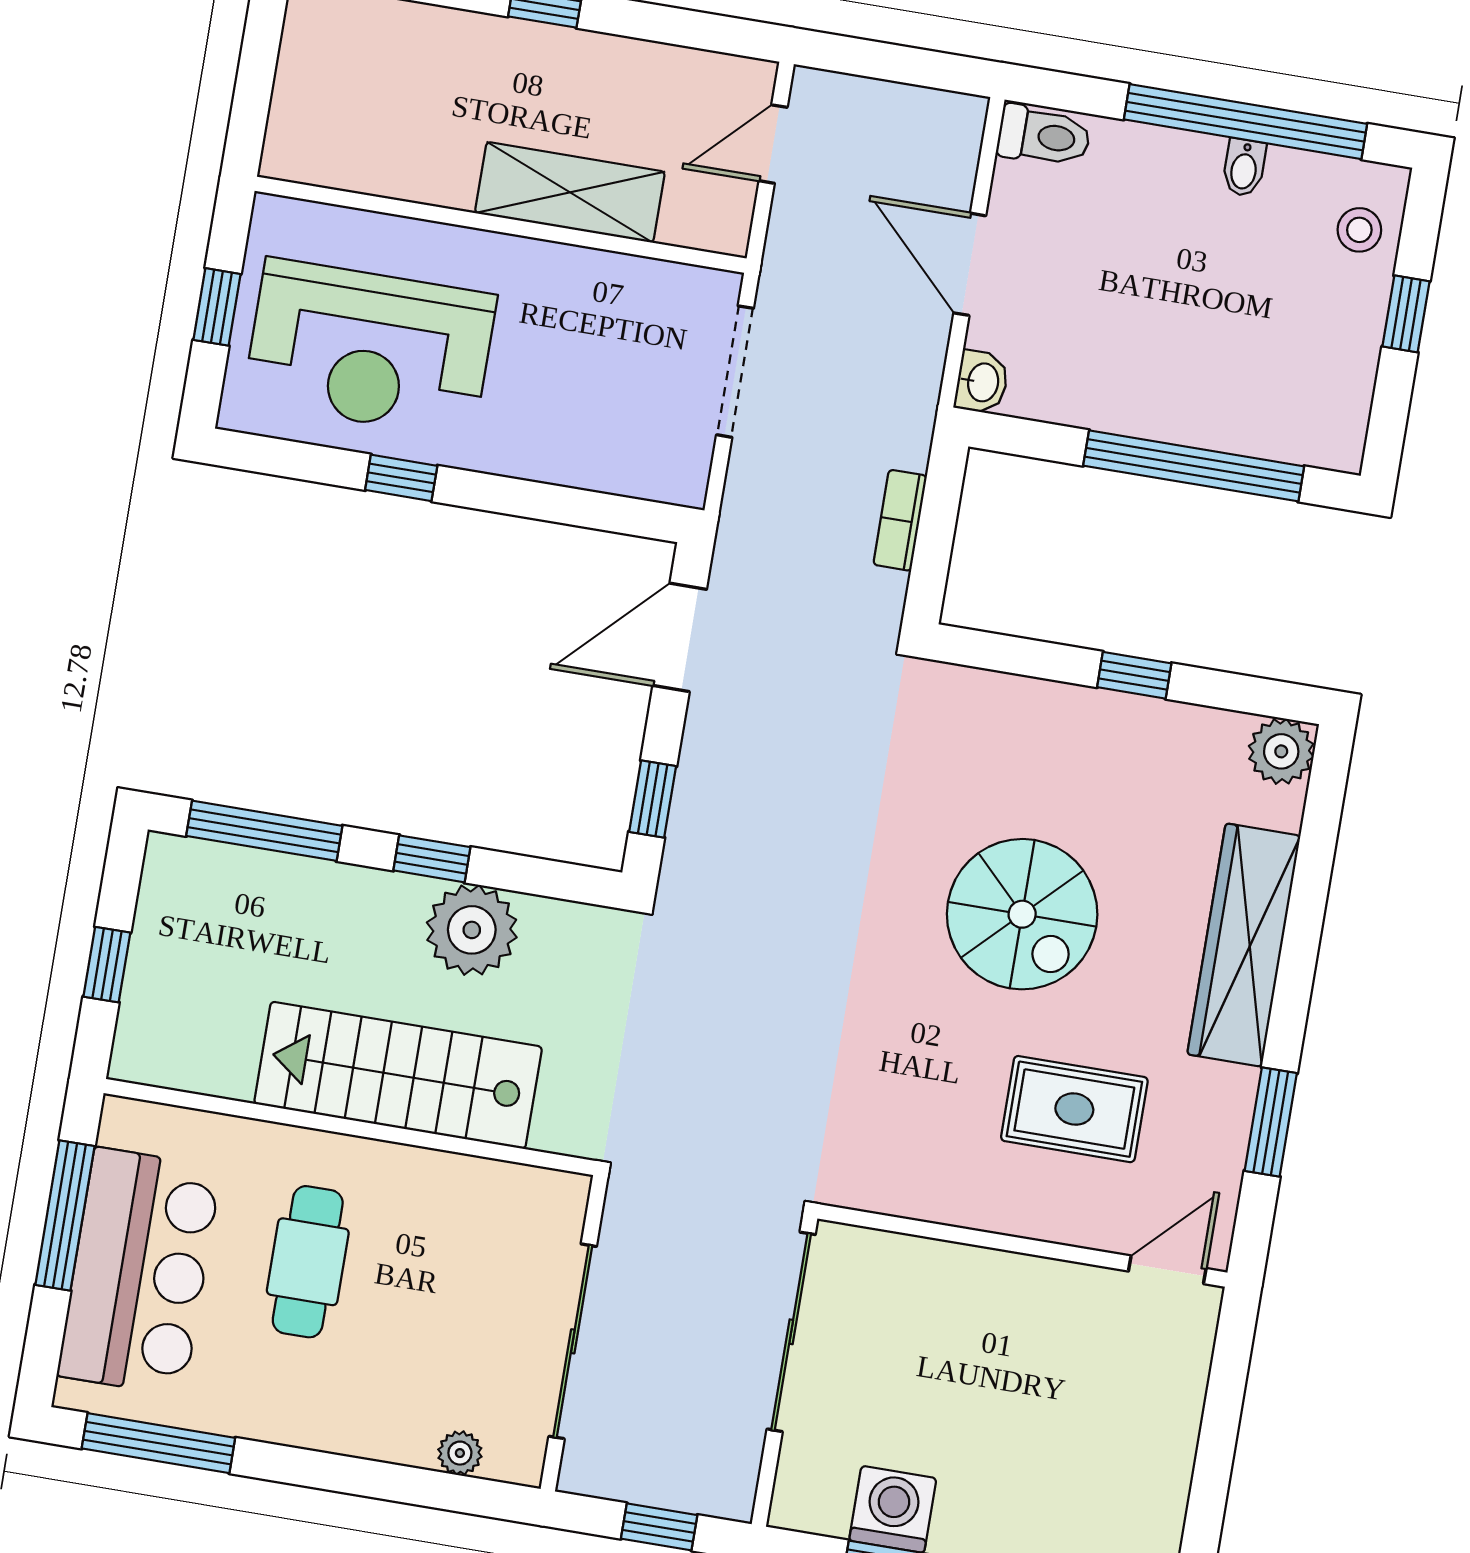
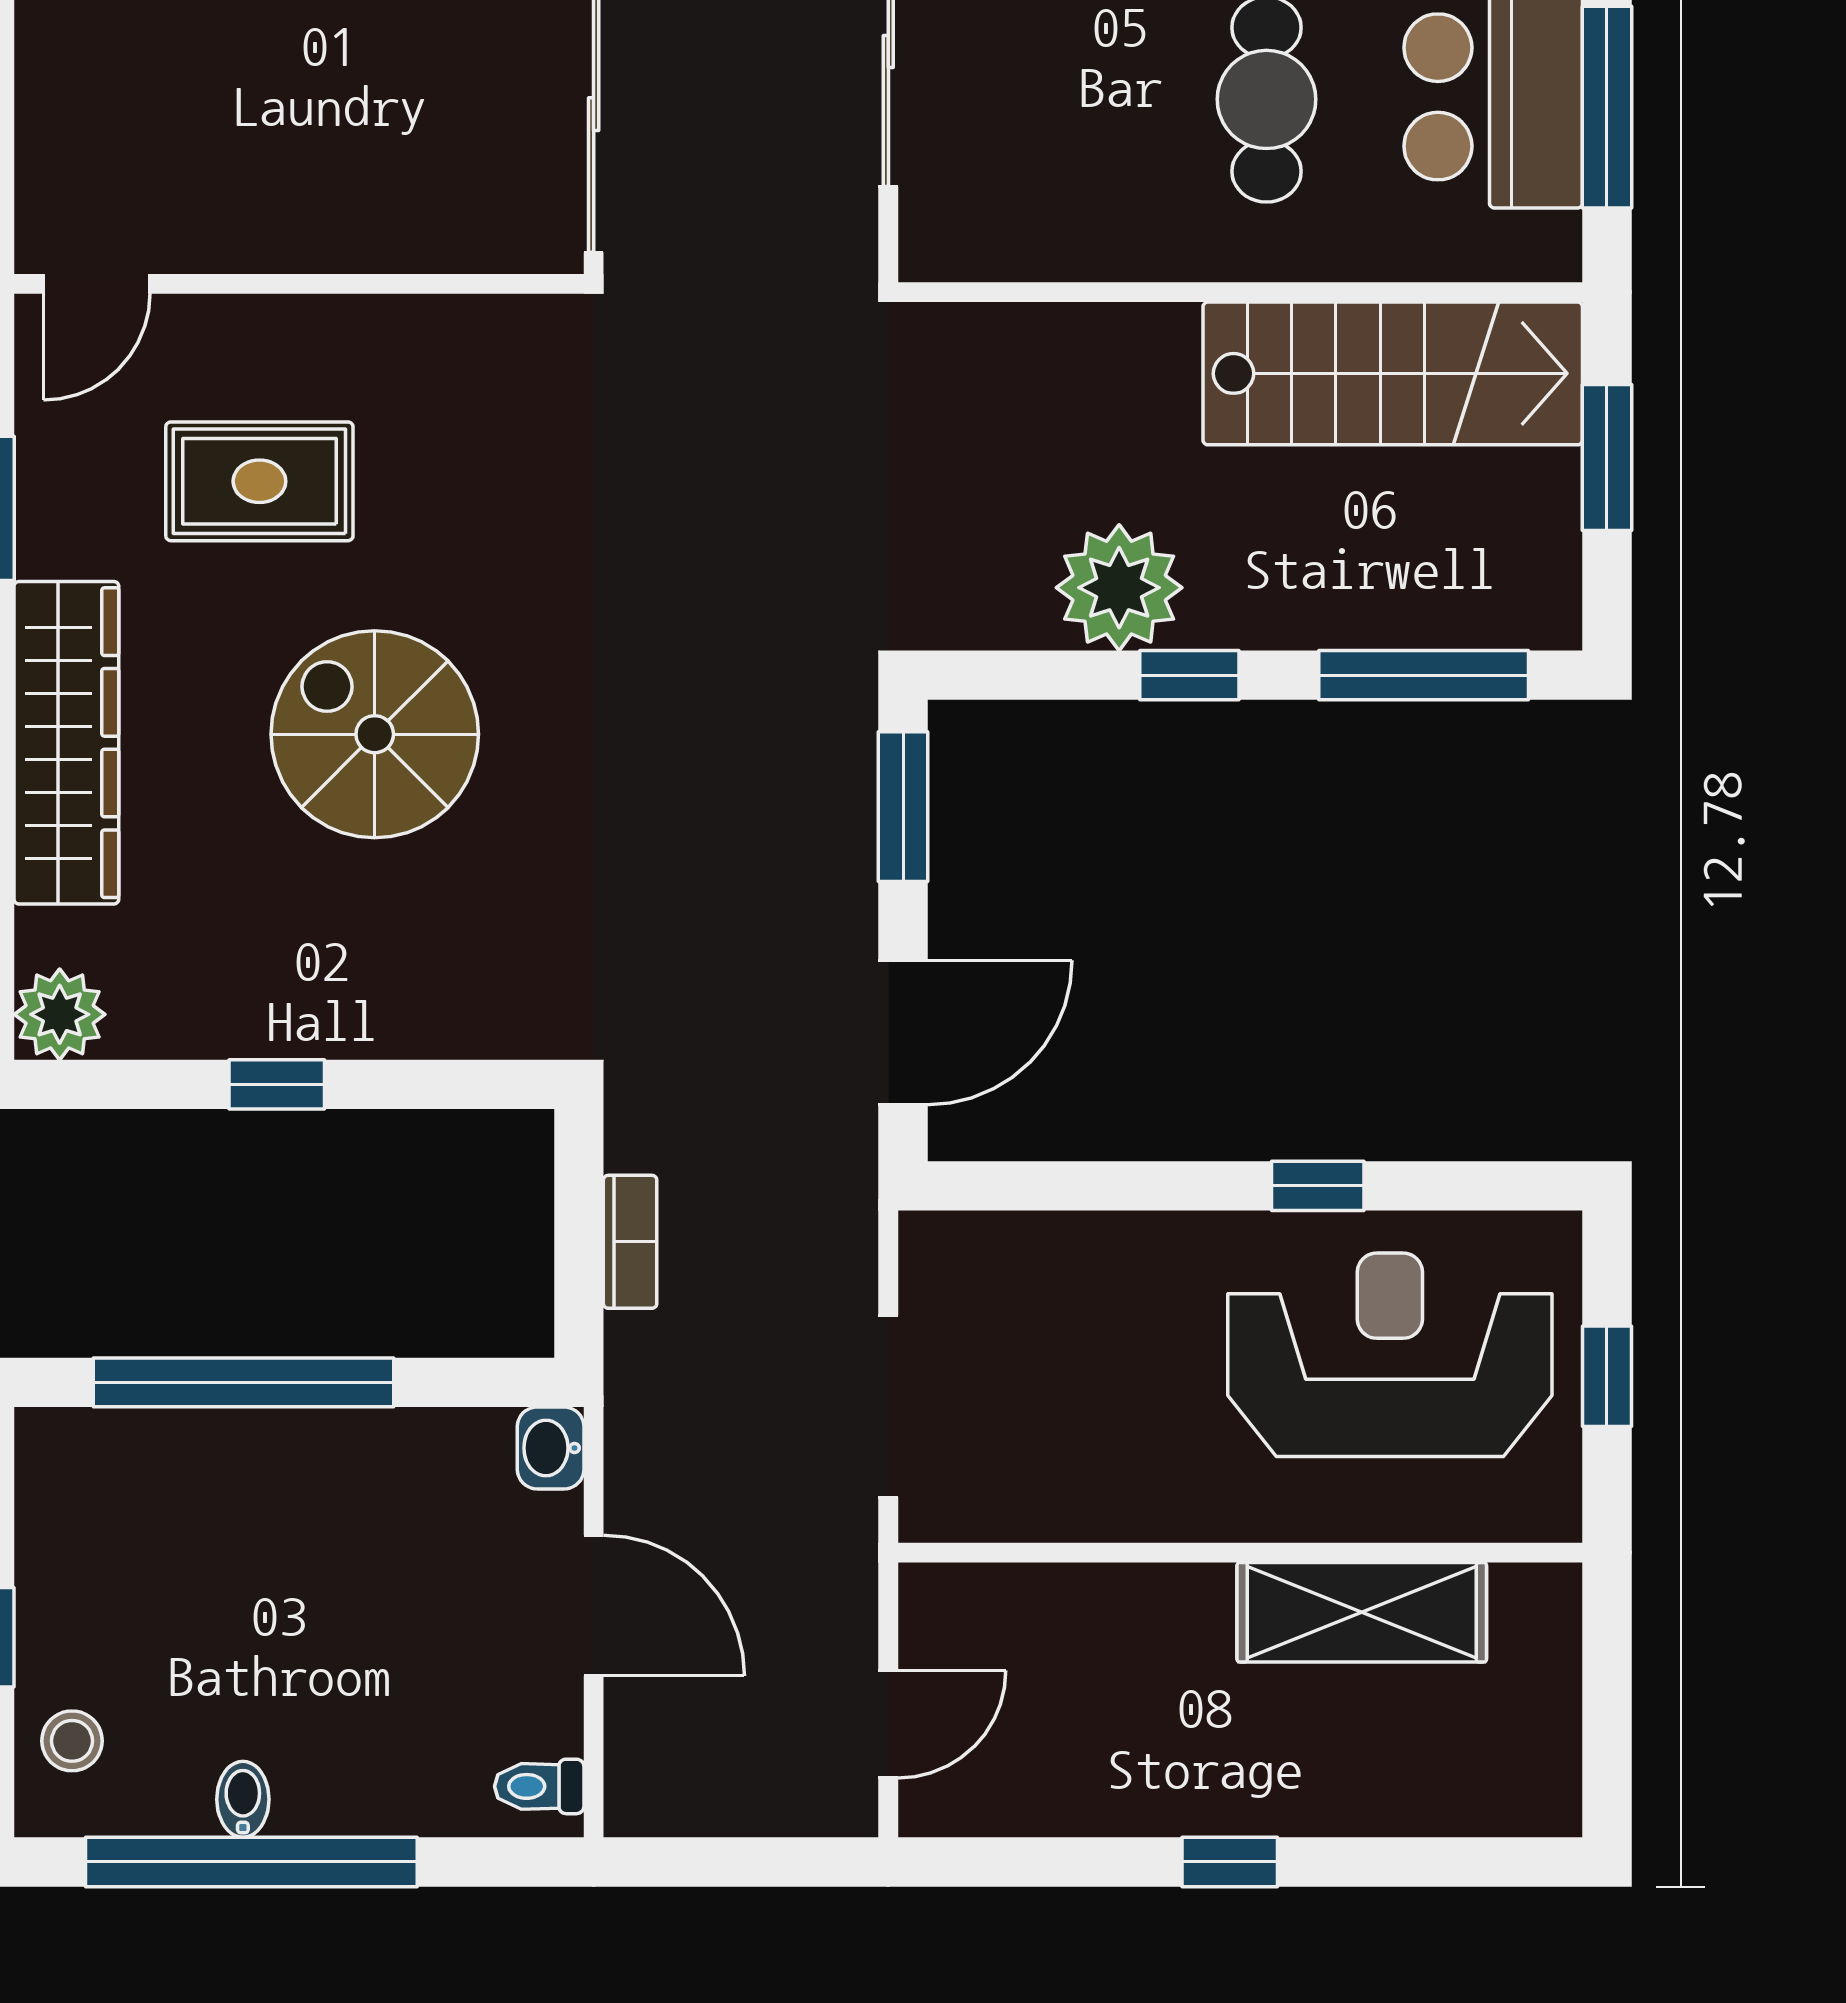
toilet: (1044, 136) -> (539, 1786), width x0.73, depth x0.72
shelving: (570, 192) -> (1362, 1612), moved
window: (653, 799) -> (903, 807), width x1.50
window: (107, 965) -> (1607, 458), width x1.50
stairs: (398, 1075) -> (1393, 373), moved

